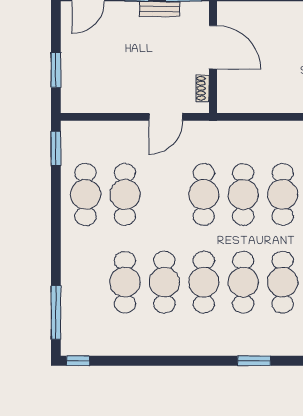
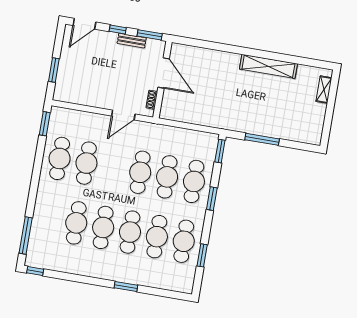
window: (254, 361) -> (126, 286), moved

